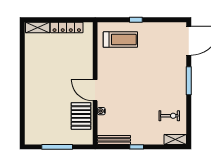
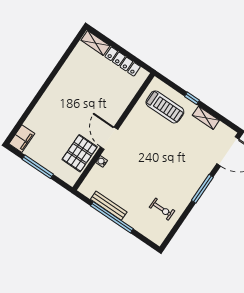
filing cabinet: (31, 134) -> (22, 139), added
bench: (114, 140) -> (109, 206), moved
shelving: (175, 140) -> (206, 118), moved
window: (137, 147) -> (112, 217), width x3.17

